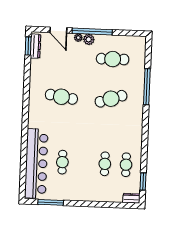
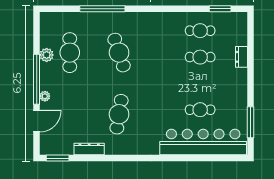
plant: (89, 39) -> (47, 55), moved
dresser: (35, 46) -> (89, 149), moved
dresser: (131, 198) -> (241, 57), moved

